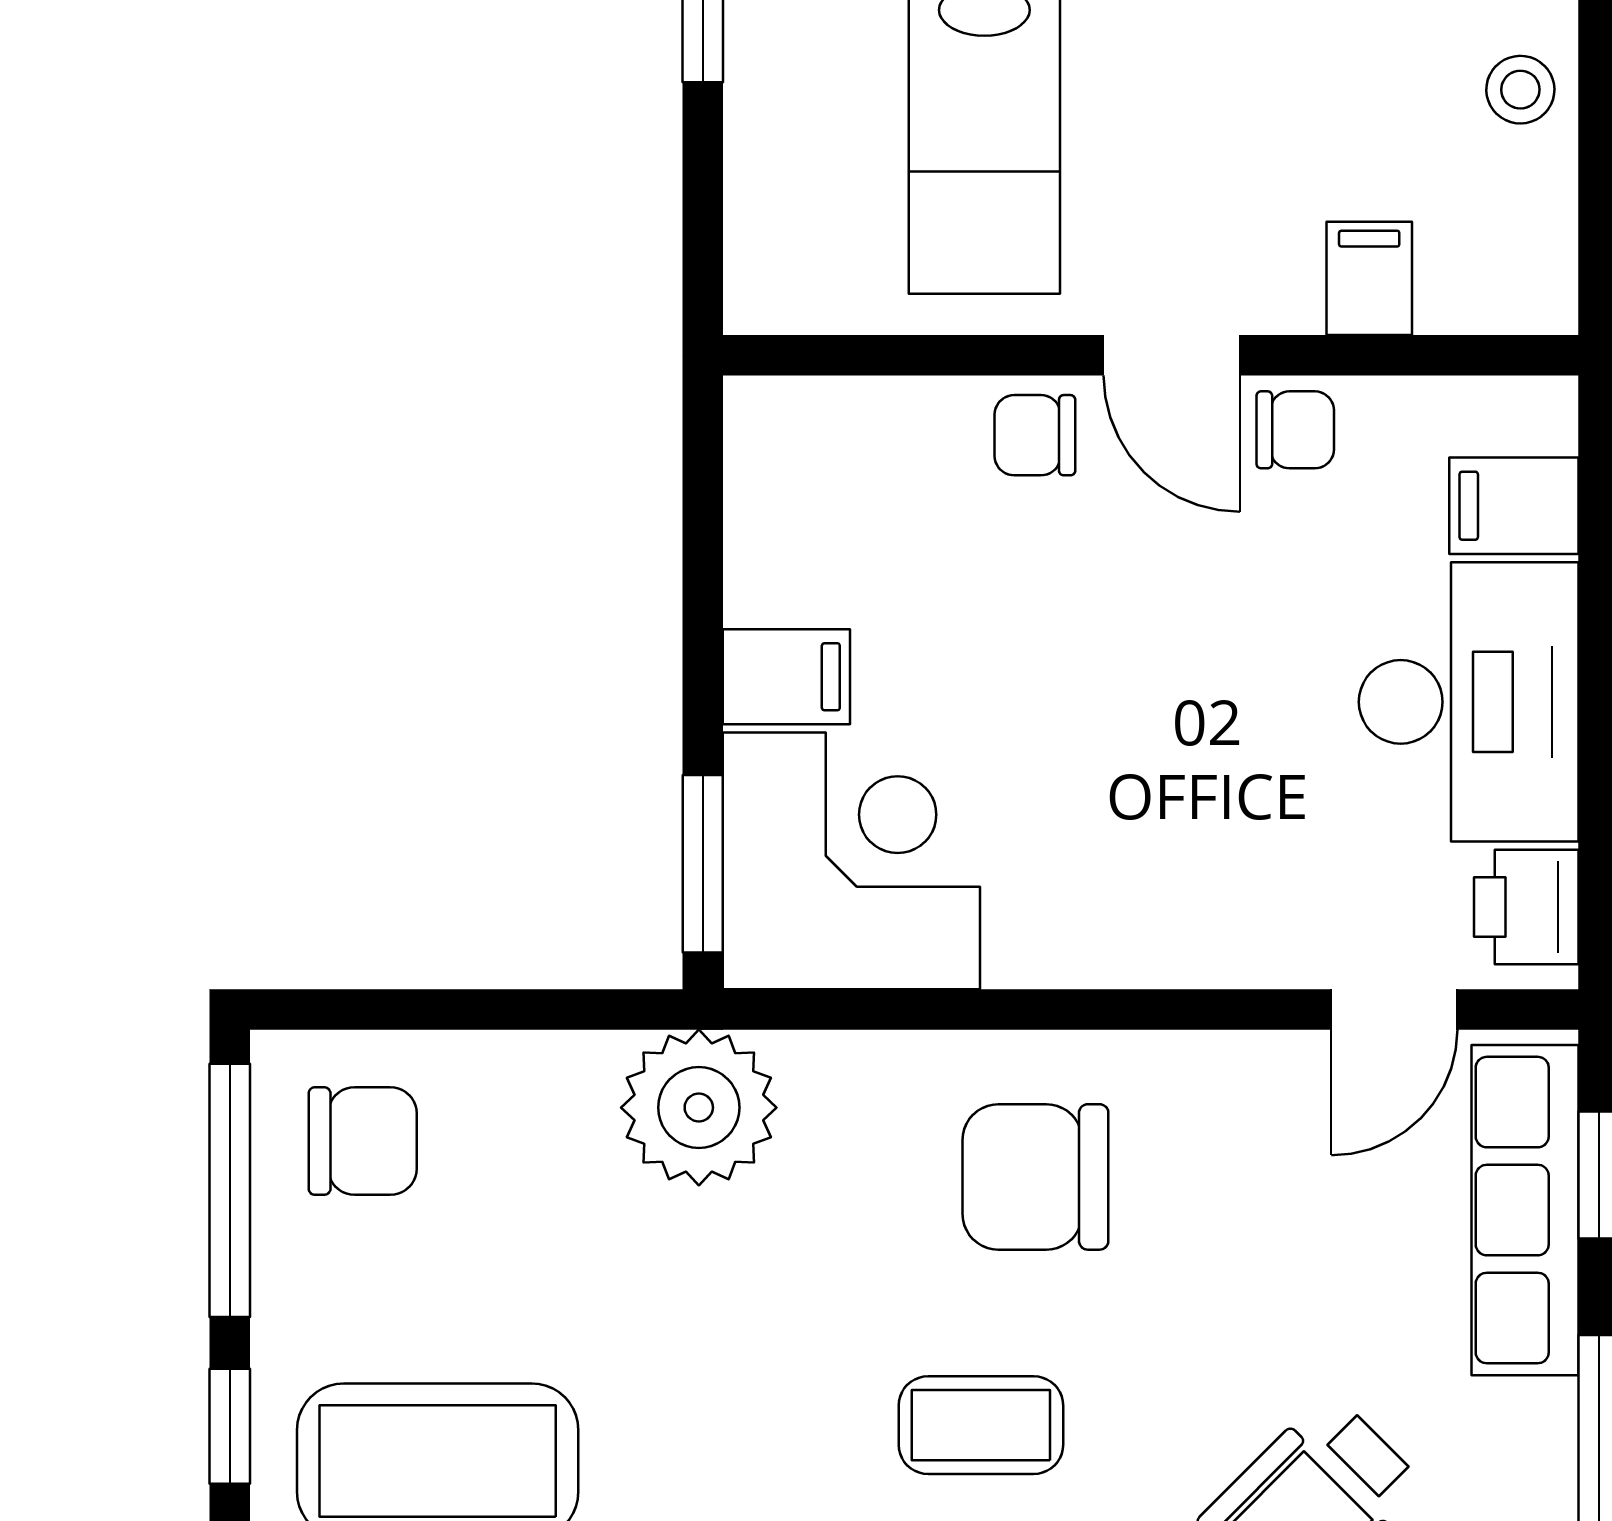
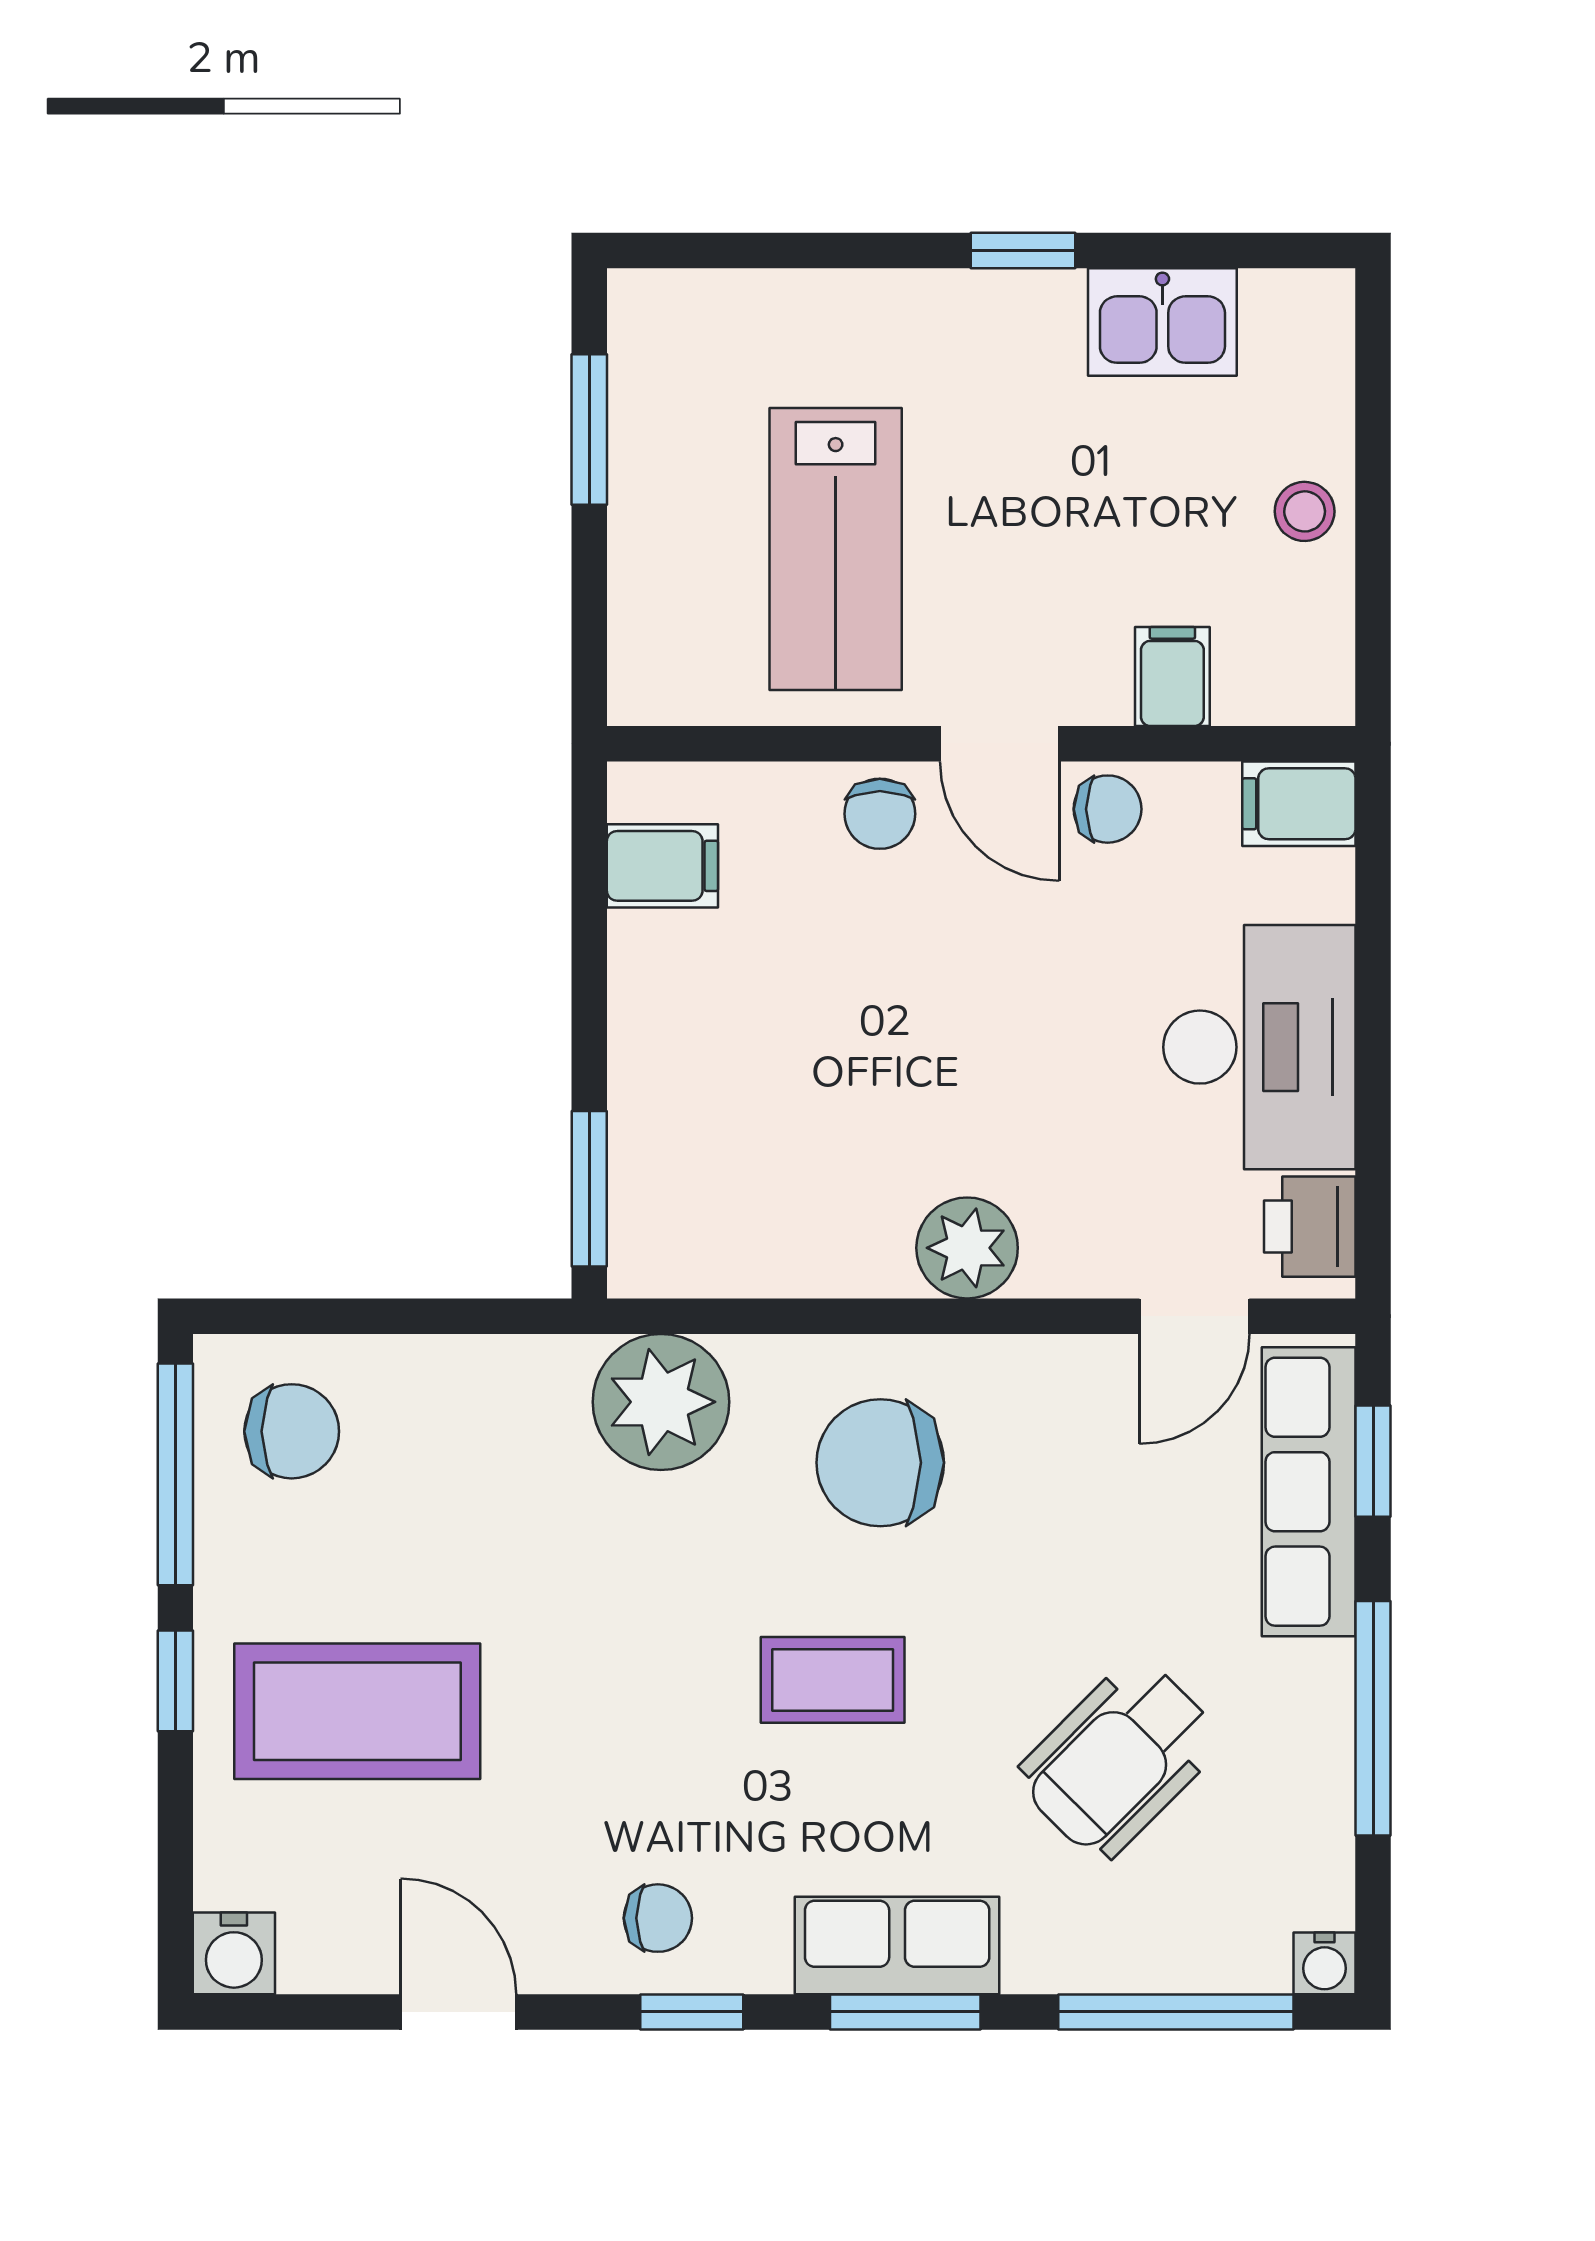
chair: (1035, 435) -> (880, 814), turned -90
filing cabinet: (1514, 506) -> (1299, 804), moved
filing cabinet: (786, 677) -> (662, 866), moved
corner desk: (851, 861) -> (719, 1186), removed
plant: (1135, 931) -> (967, 1248), added
plant: (699, 1108) -> (661, 1402), moved

